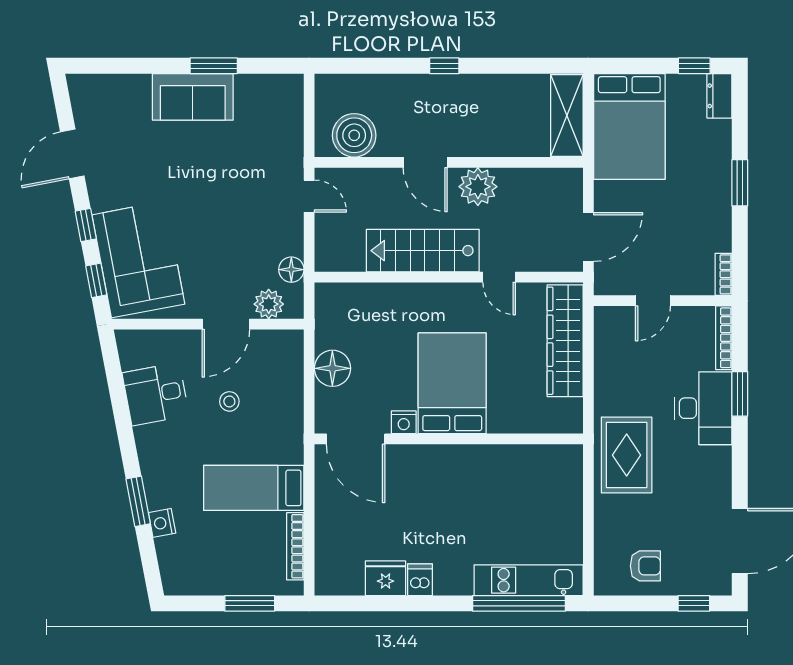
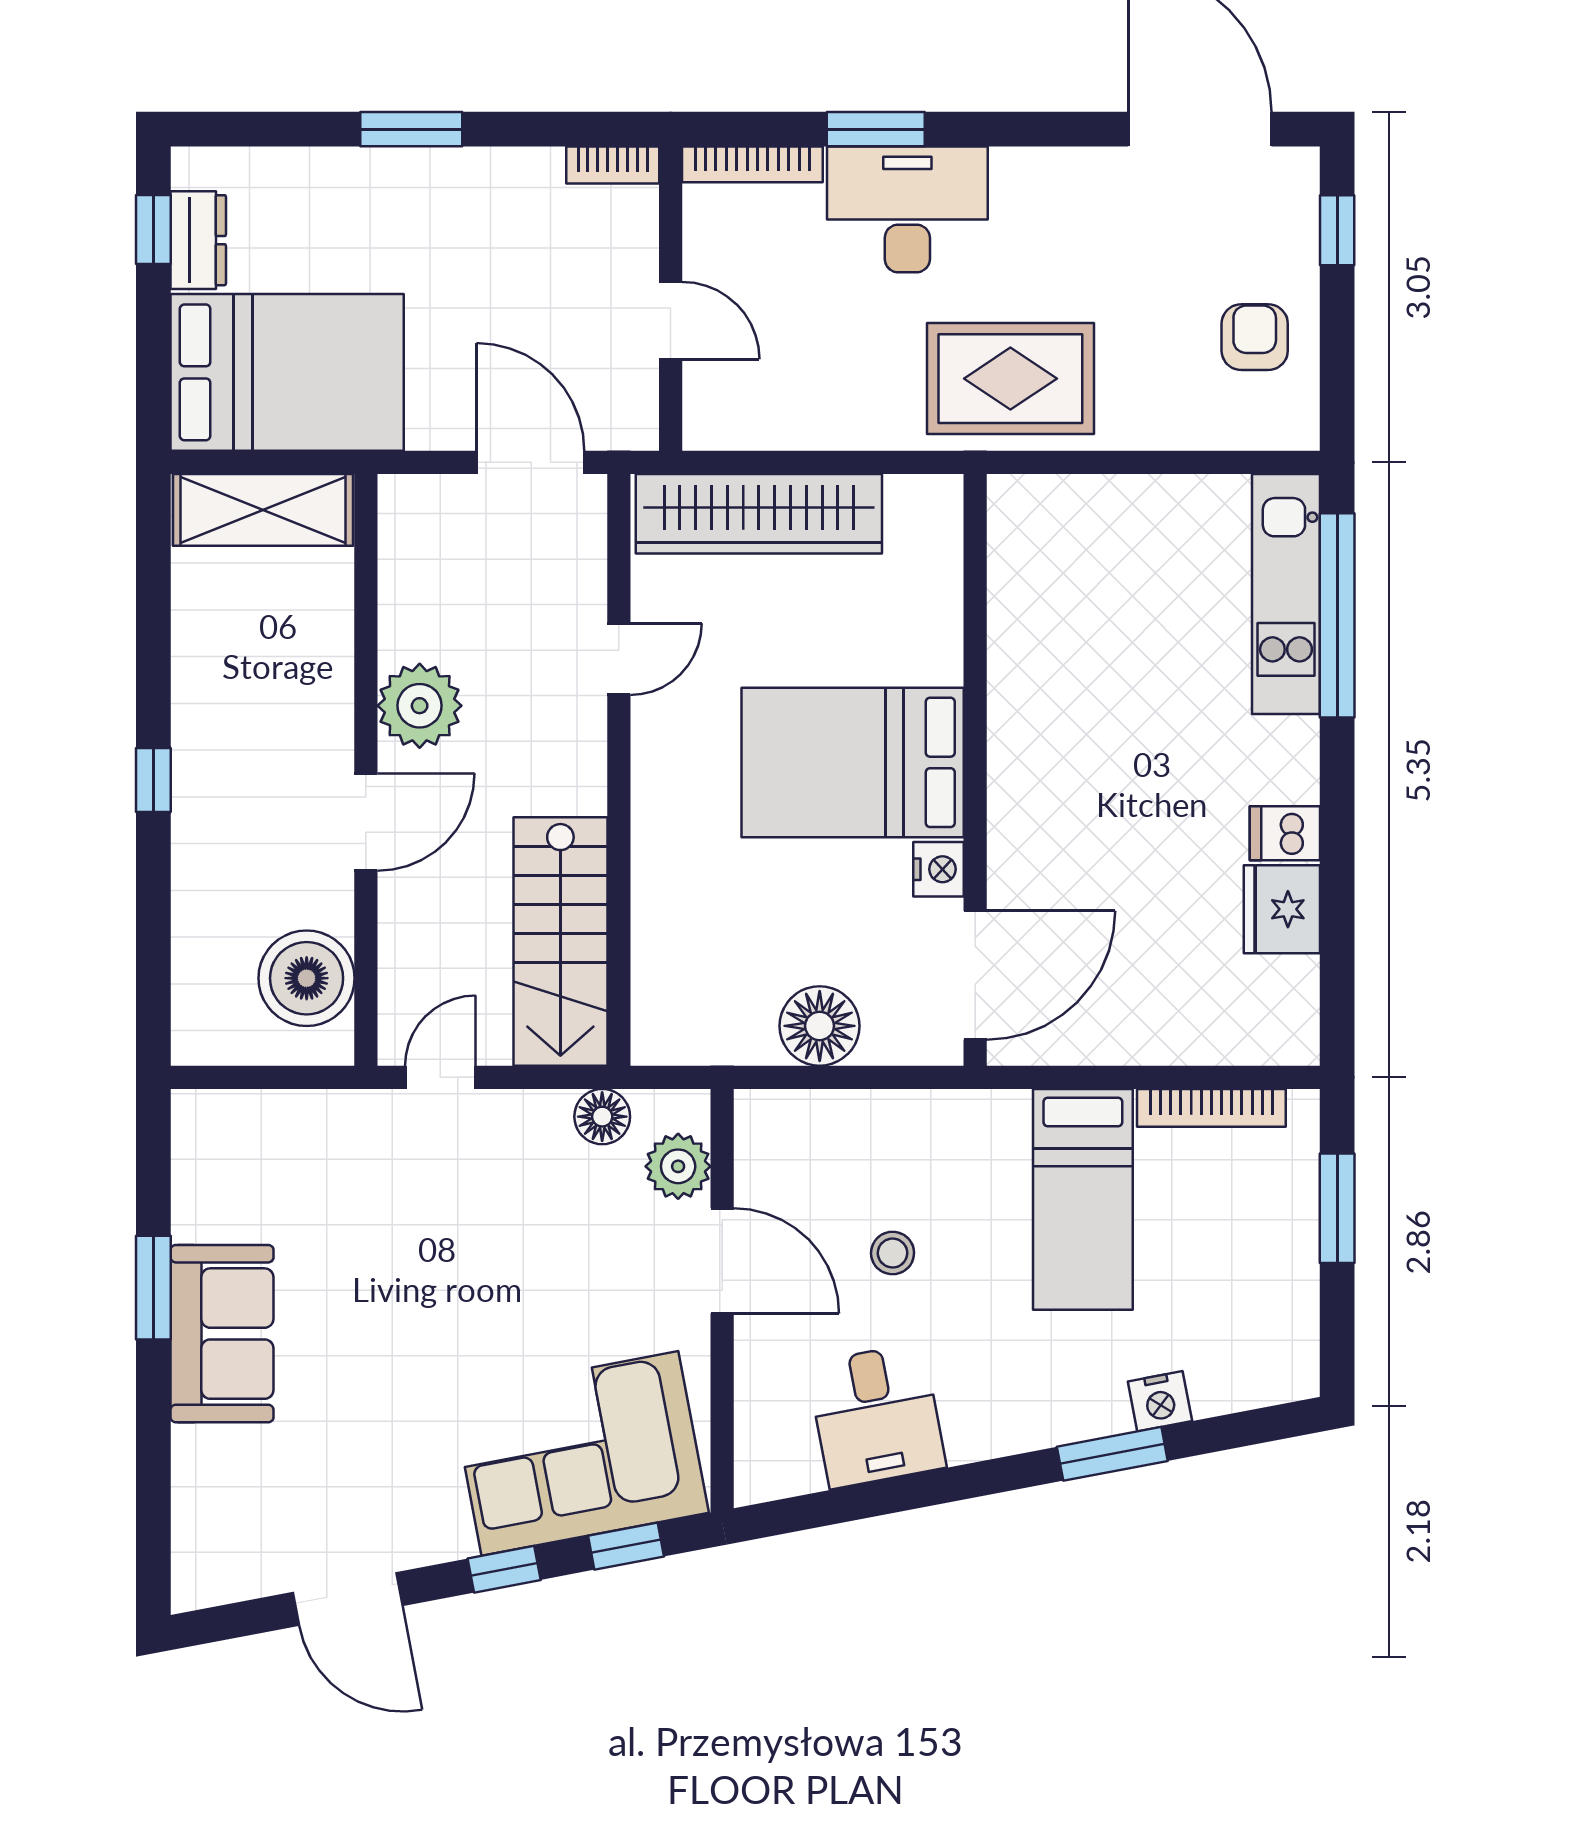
dresser: (719, 96) -> (198, 240), moved, turned -90
stairs: (423, 251) -> (560, 942), moved

